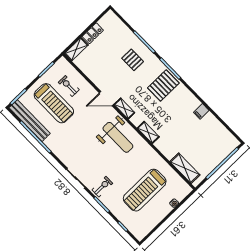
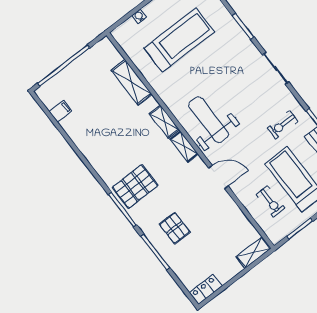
locker: (93, 33) -> (206, 289), moved
shelving: (124, 109) -> (184, 147), moved
filing cabinet: (201, 111) -> (61, 111), moved
shelving: (185, 168) -> (132, 82), moved
exercise bike: (102, 187) -> (283, 125), moved

